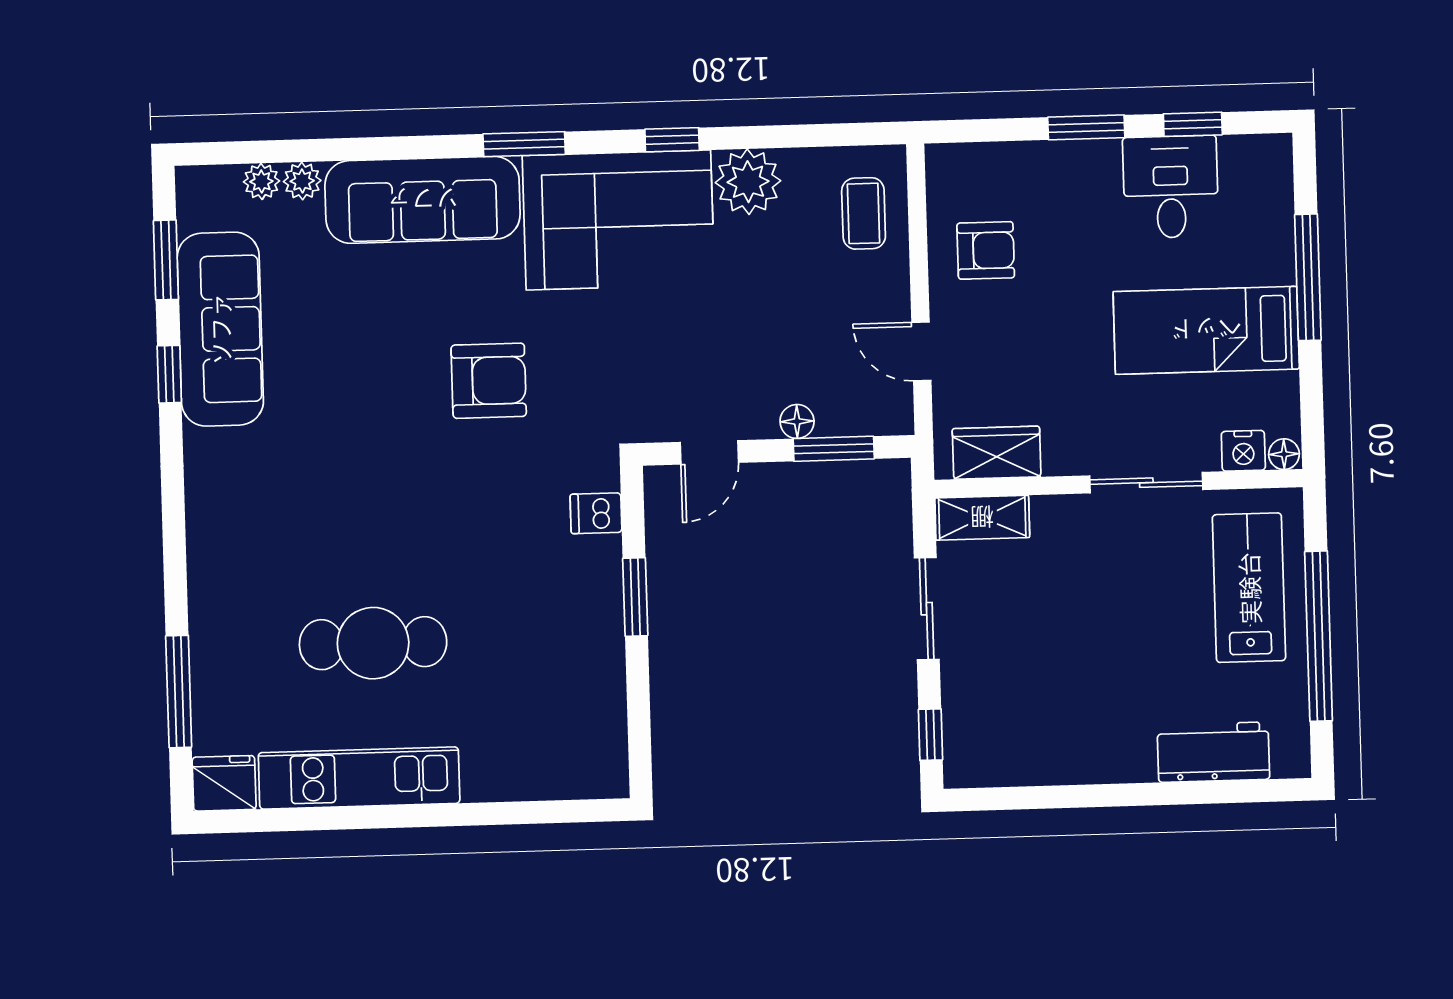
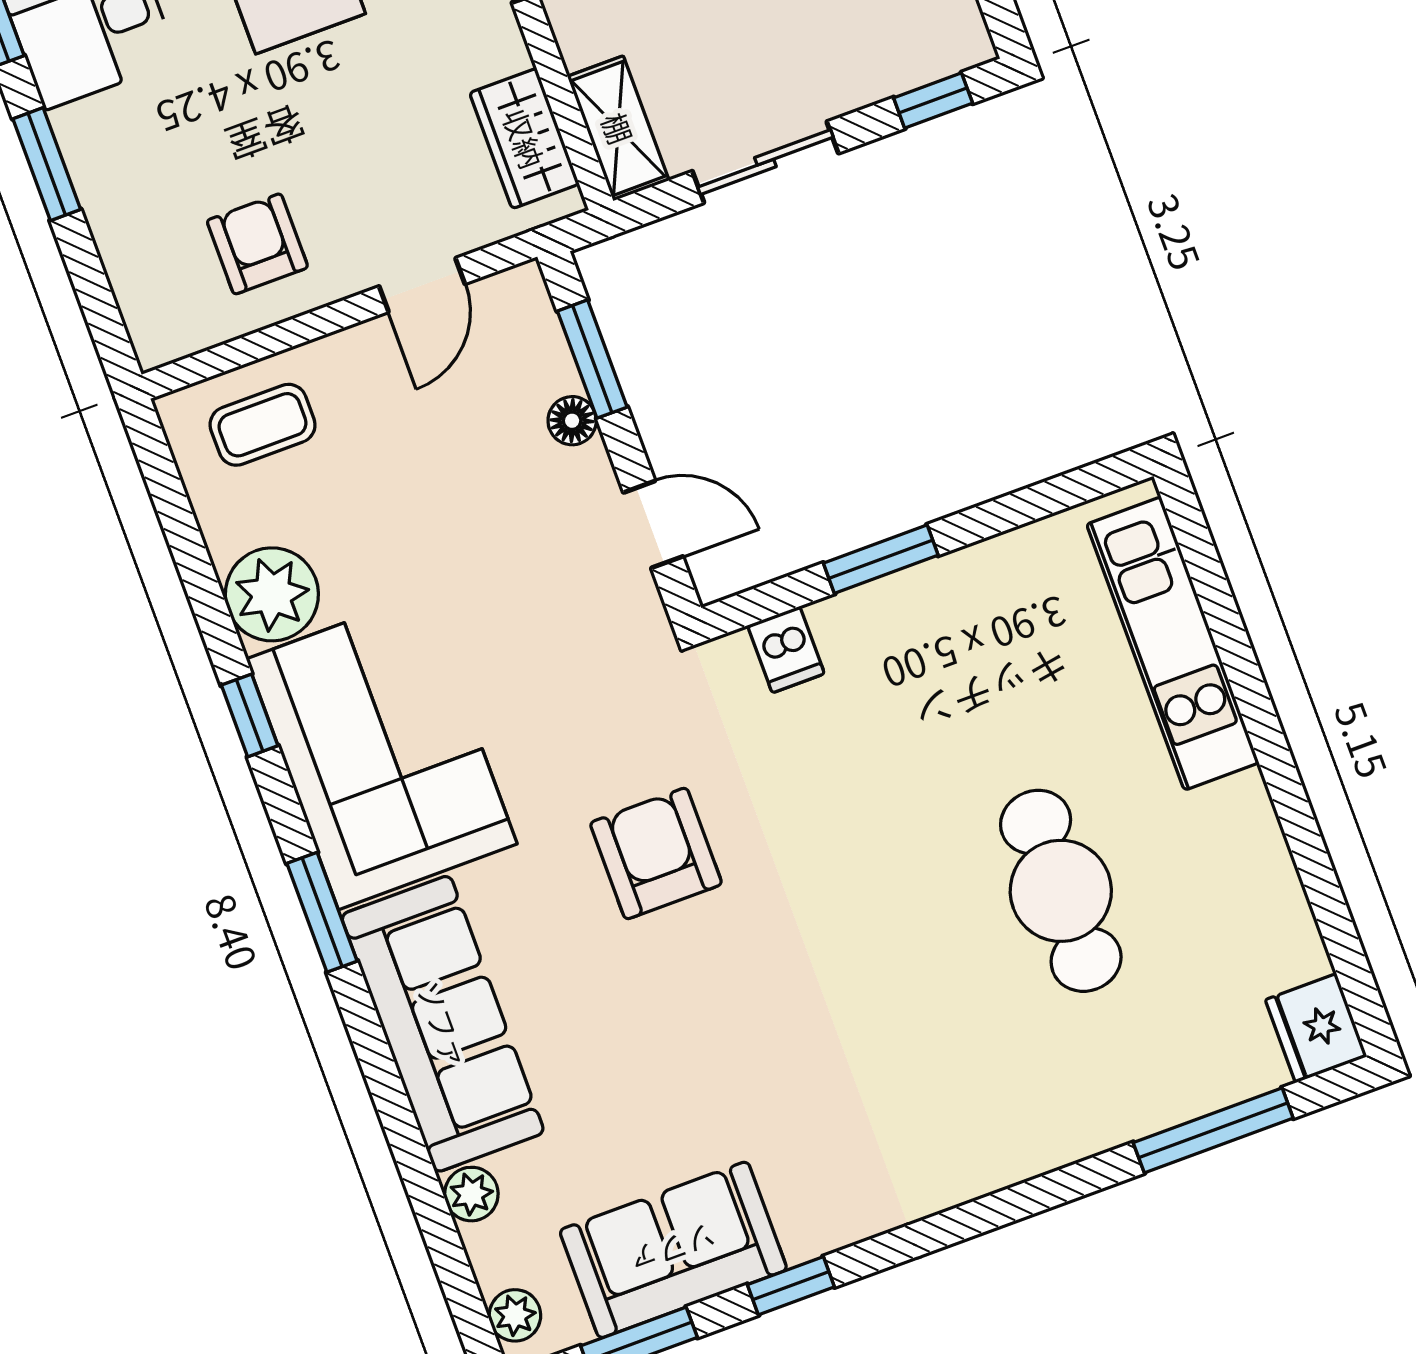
plant: (261, 181) -> (515, 1315), moved
sofa: (220, 329) -> (673, 1250), width x0.73
kitchen unit: (359, 778) -> (1173, 643), moved

